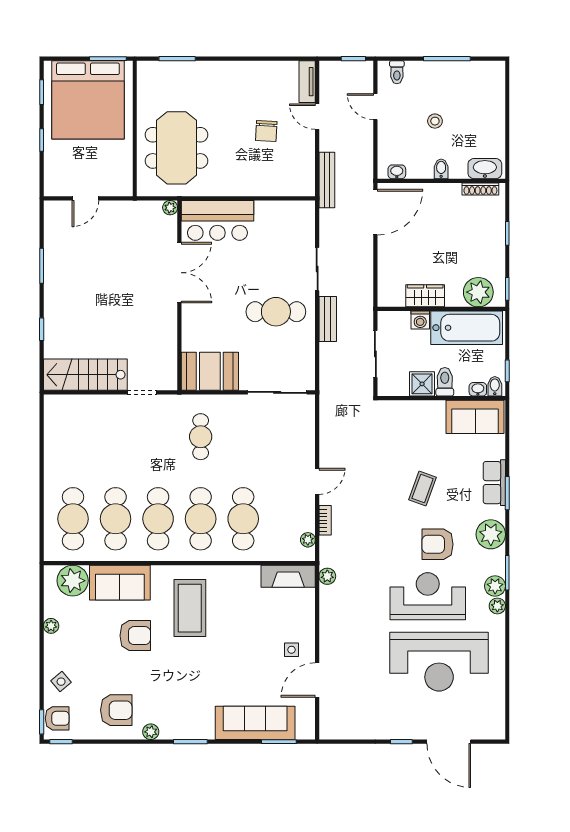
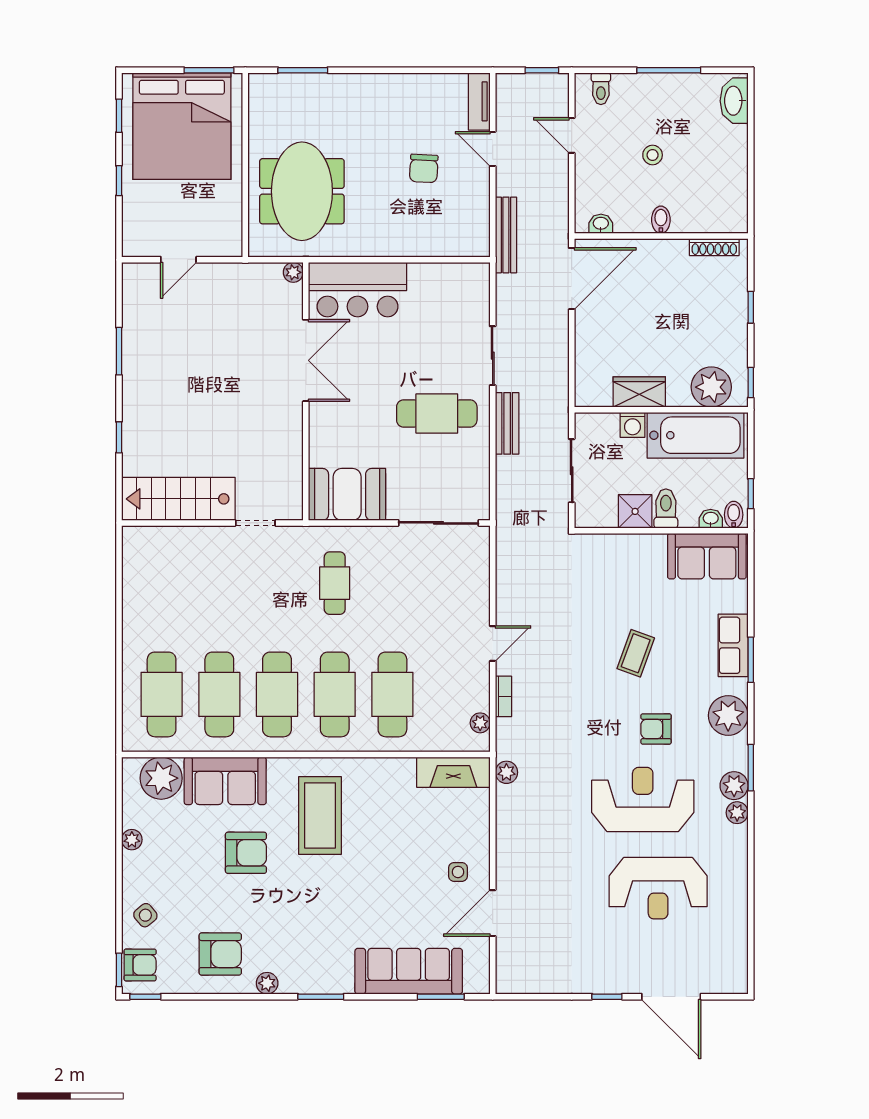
washbasin: (485, 169) -> (734, 101), moved, turned -90
armchair: (438, 544) -> (656, 729), width x0.72, depth x0.72
reception desk: (439, 662) -> (658, 888), width x0.74, depth x0.77

